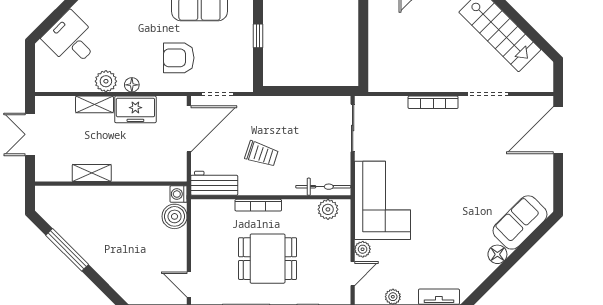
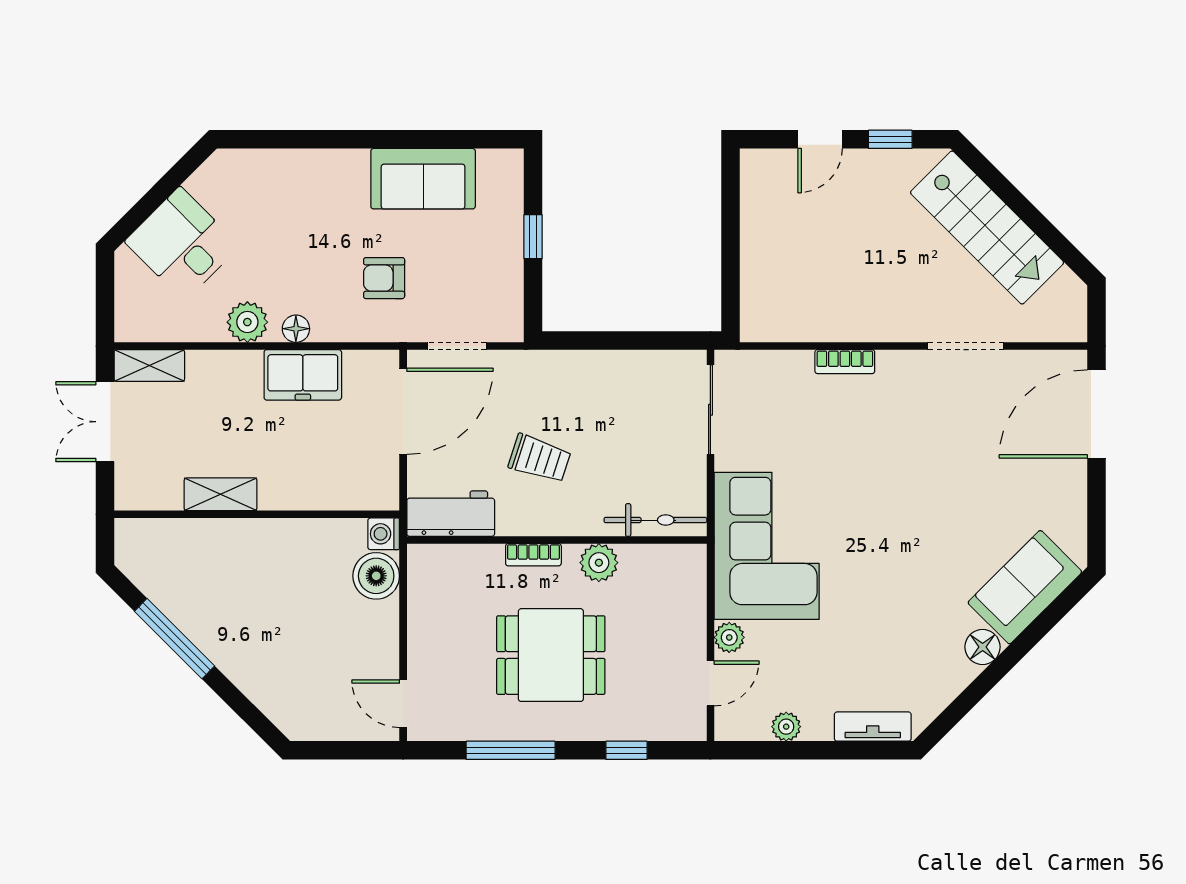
armchair: (179, 58) -> (384, 278), width x0.72, depth x0.72
bookcase: (433, 102) -> (845, 362), width x0.64
shelving: (95, 104) -> (149, 366), moved
bookcase: (258, 205) -> (533, 555), width x0.64
plant: (328, 209) -> (599, 563), moved

